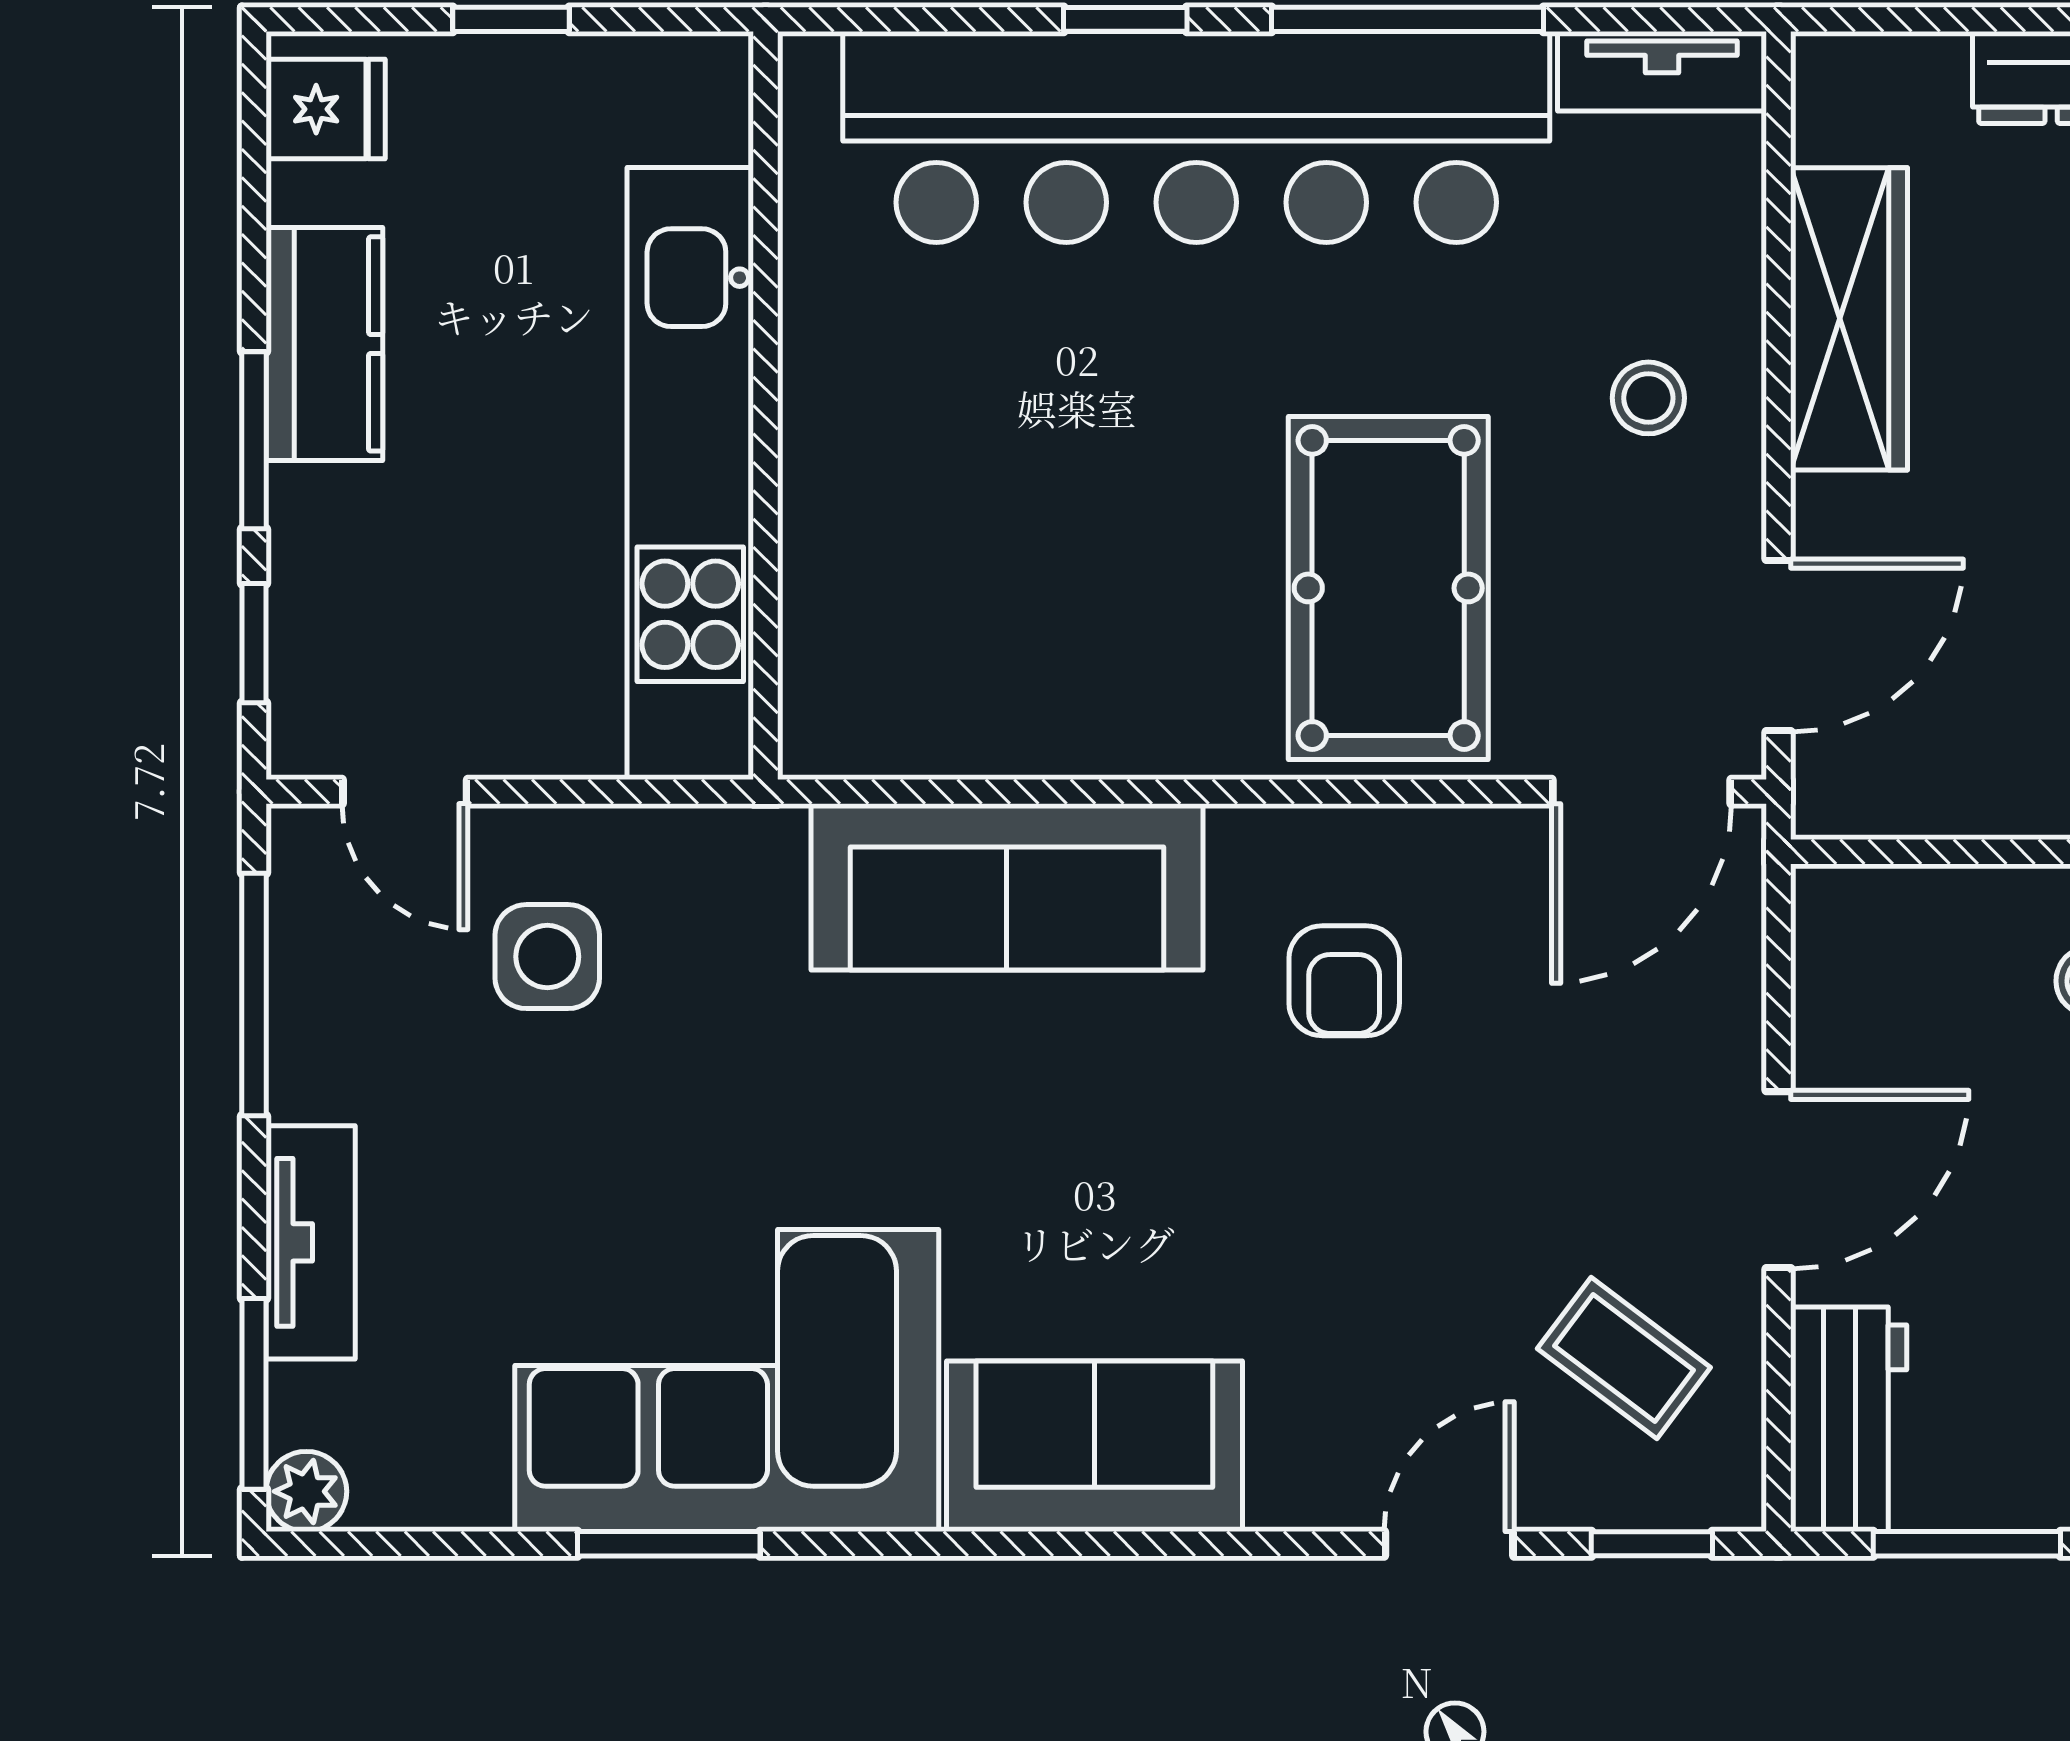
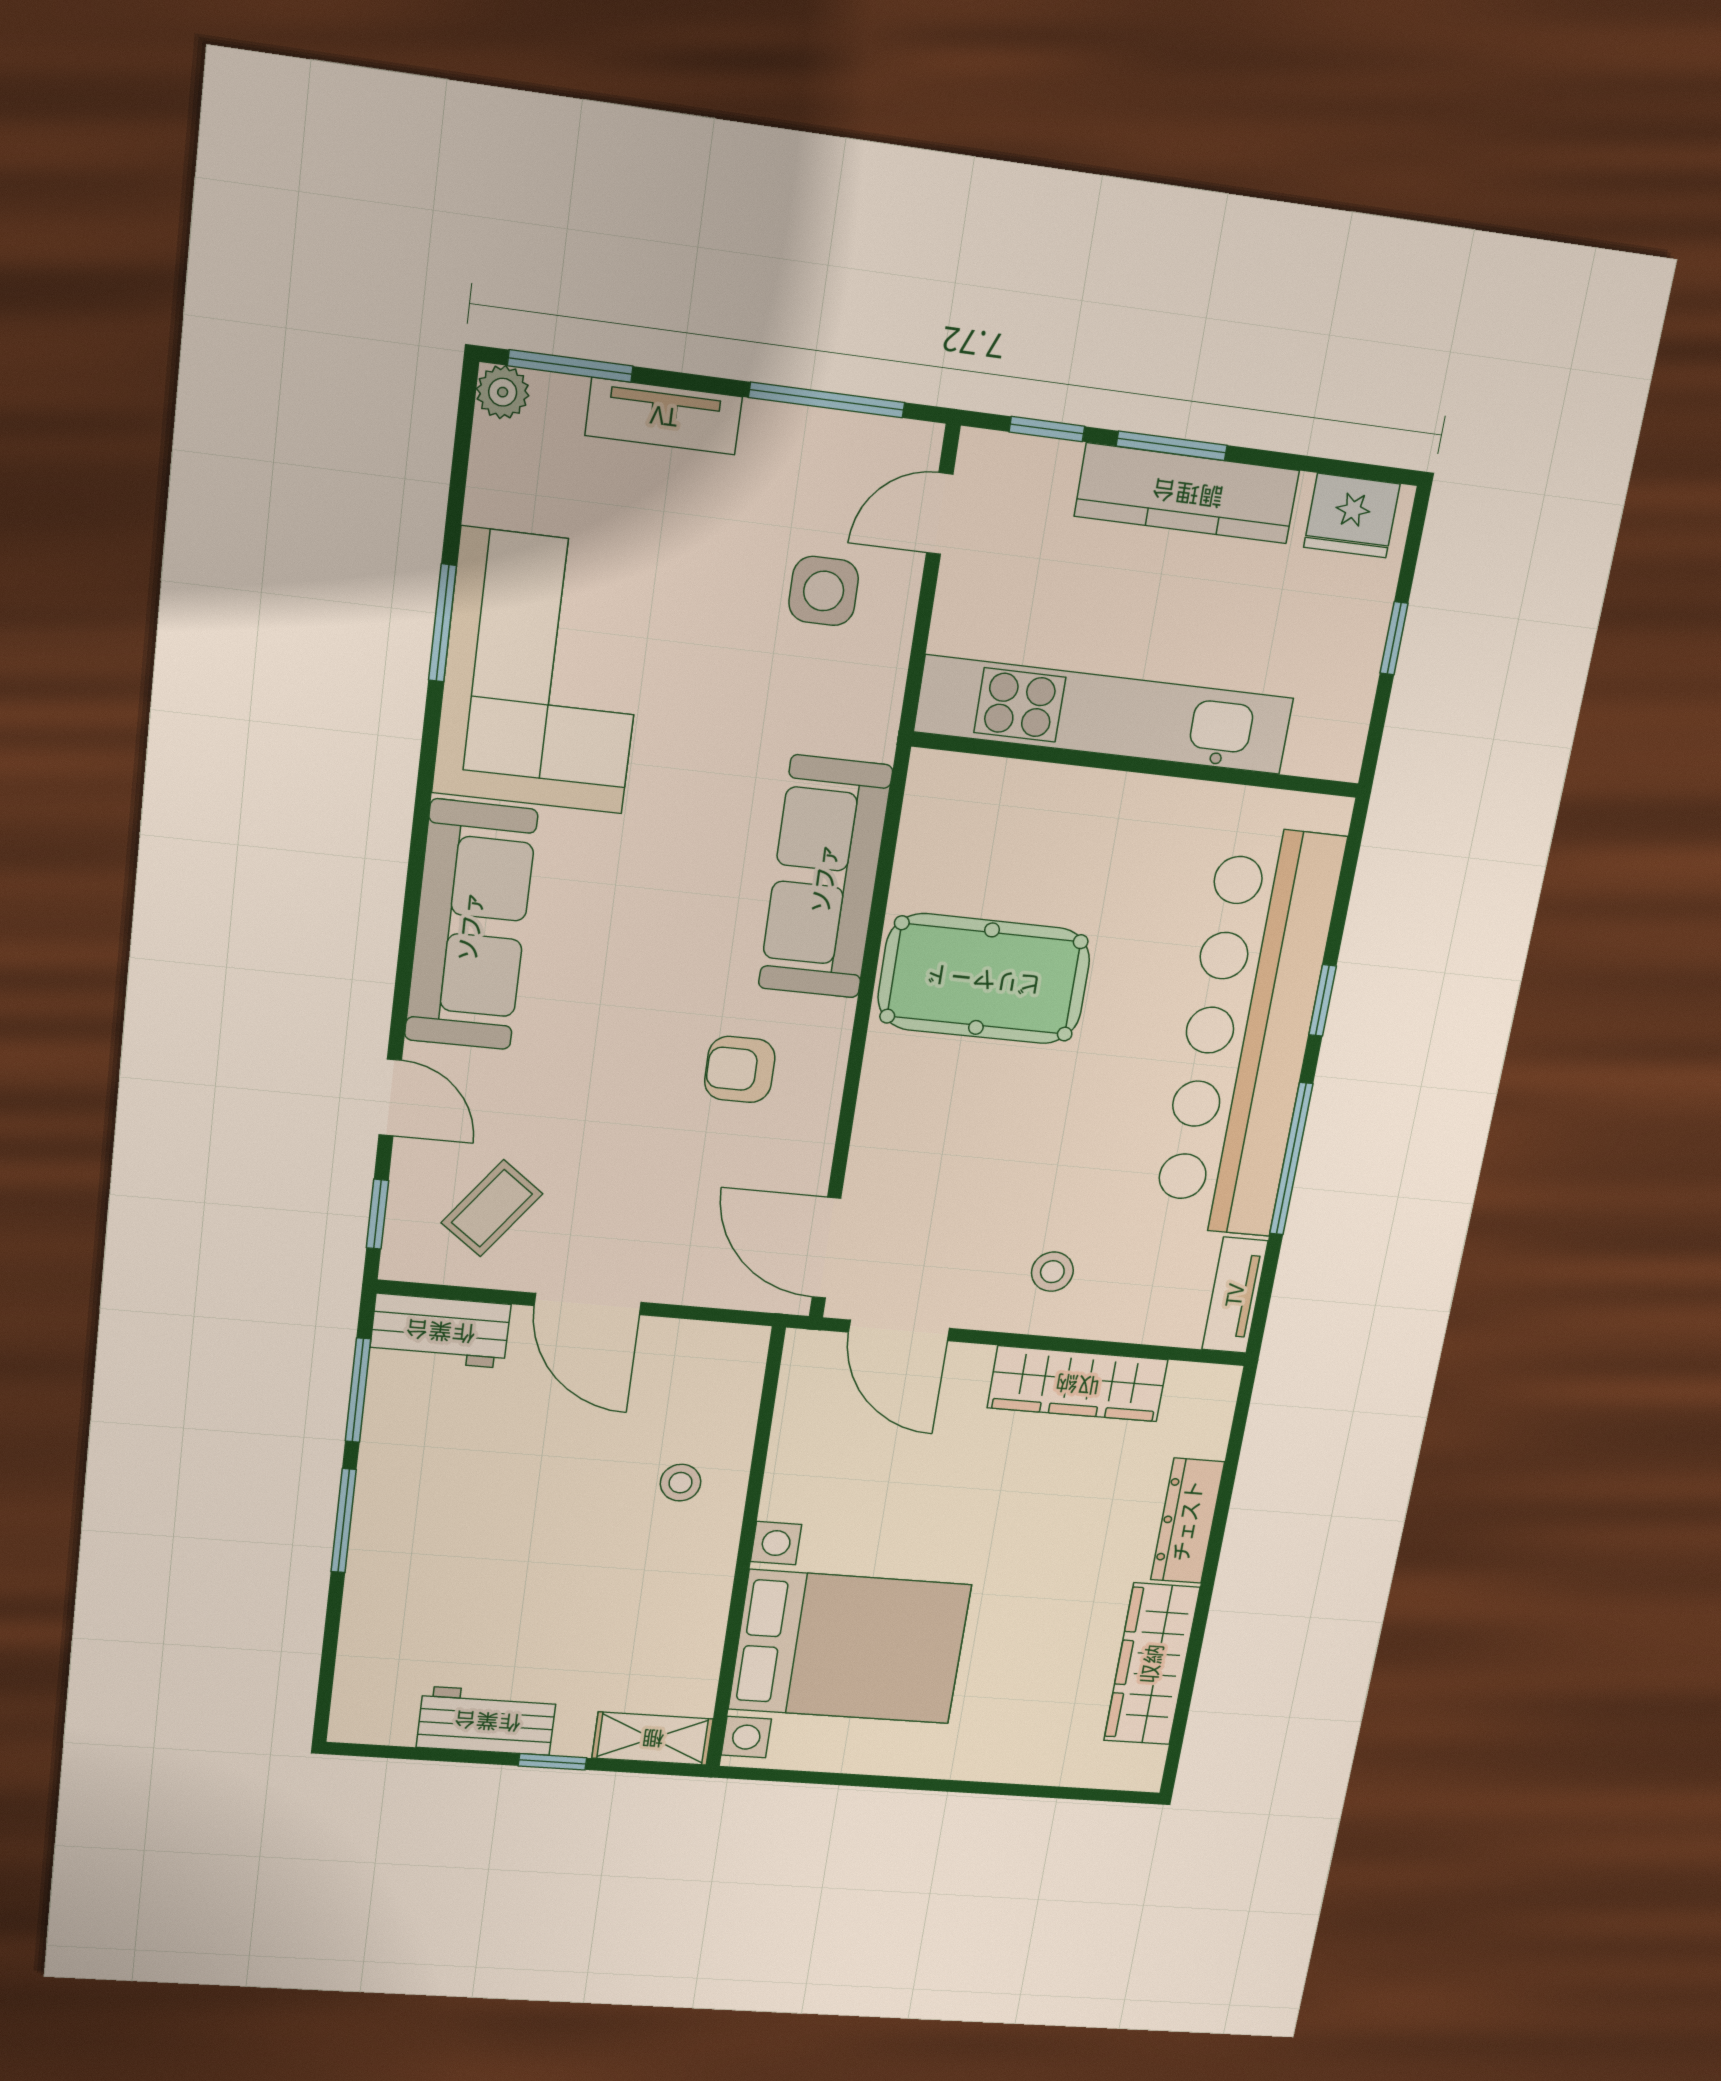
fridge: (326, 109) -> (1352, 516), width x1.38
kitchen counter: (324, 344) -> (1187, 493), width x1.50
pool table: (1388, 588) -> (984, 979), moved
sofa: (1094, 1446) -> (471, 926), width x1.36

